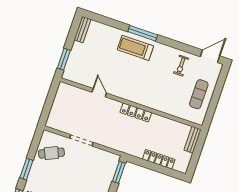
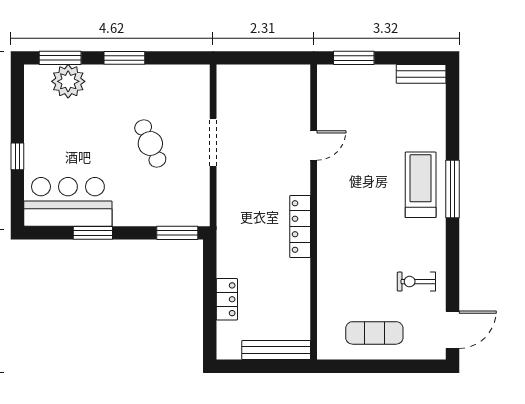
door: (210, 56) -> (453, 330), hinge flipped
bench: (193, 140) -> (276, 350), width x1.36
cafe table: (51, 153) -> (150, 144), moved
locker: (159, 159) -> (227, 299), width x0.66

